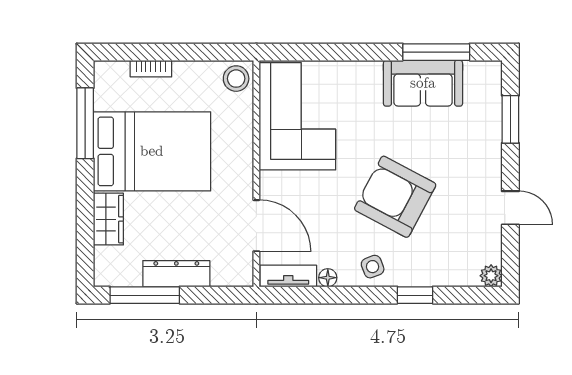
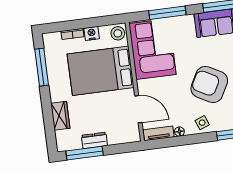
window: (334, 52) -> (167, 13), added
nightstand: (187, 72) -> (92, 33), added
bed: (152, 151) -> (101, 71), moved, turned 180
dresser: (176, 274) -> (94, 140), width x0.70

